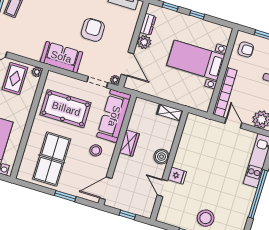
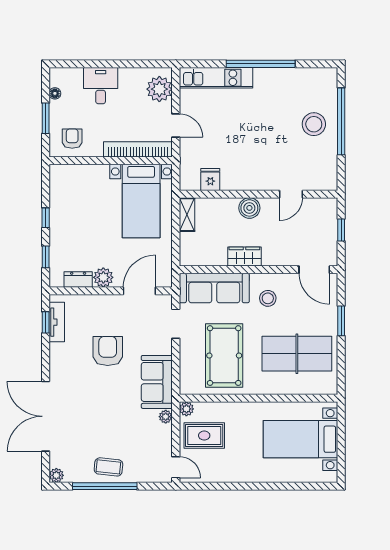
armchair: (93, 30) -> (108, 351), turned 90
bed with nightstands: (196, 60) -> (141, 201), moved
plant: (115, 80) -> (166, 417), moved
door: (233, 123) -> (176, 125), swing flipped
fridge: (177, 176) -> (210, 179), moved

